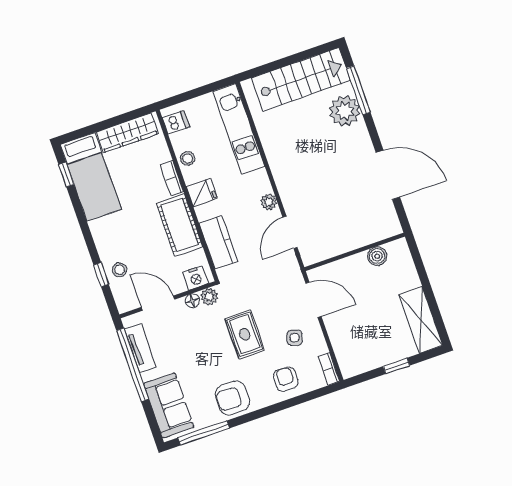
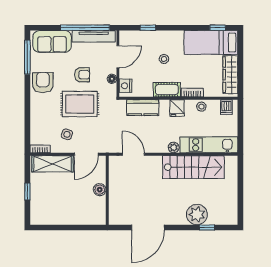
stairs: (301, 79) -> (193, 167), moved, turned -90
window: (358, 90) -> (207, 227), width x0.46
plant: (269, 202) -> (174, 148), moved
cot: (179, 225) -> (167, 90), width x0.73, depth x0.75
boiler: (377, 256) -> (100, 190), moved
stool: (120, 270) -> (164, 59), moved
plant: (209, 297) -> (111, 90), removed
shelving: (421, 320) -> (52, 164), moved
rug: (245, 334) -> (80, 104), width x1.36, depth x1.43
tv unit: (140, 348) -> (94, 36), width x1.41
armchair: (286, 379) -> (82, 75), moved

